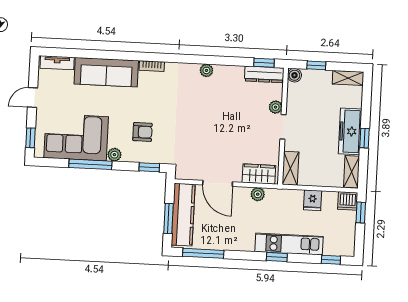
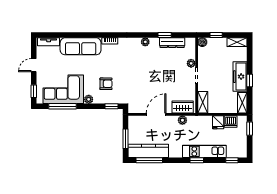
window: (264, 63) -> (165, 35), moved
dresser: (264, 74) -> (172, 43), moved
window: (90, 164) -> (62, 106), moved
door: (218, 183) -> (156, 114), swing flipped
dishwasher: (348, 201) -> (231, 122), moved
kitchen counter: (183, 215) -> (148, 151), moved, turned -90

